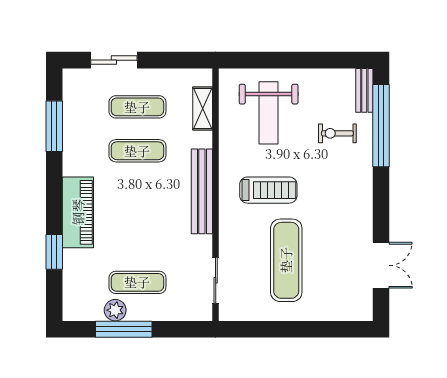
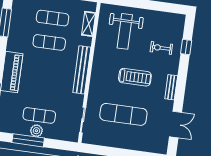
bench: (364, 90) -> (171, 87), moved
window: (381, 126) -> (186, 47), width x0.32
treadmill: (268, 190) -> (135, 77), moved
exercise mat: (286, 260) -> (123, 114), turned 90
plant: (115, 310) -> (36, 131), moved

